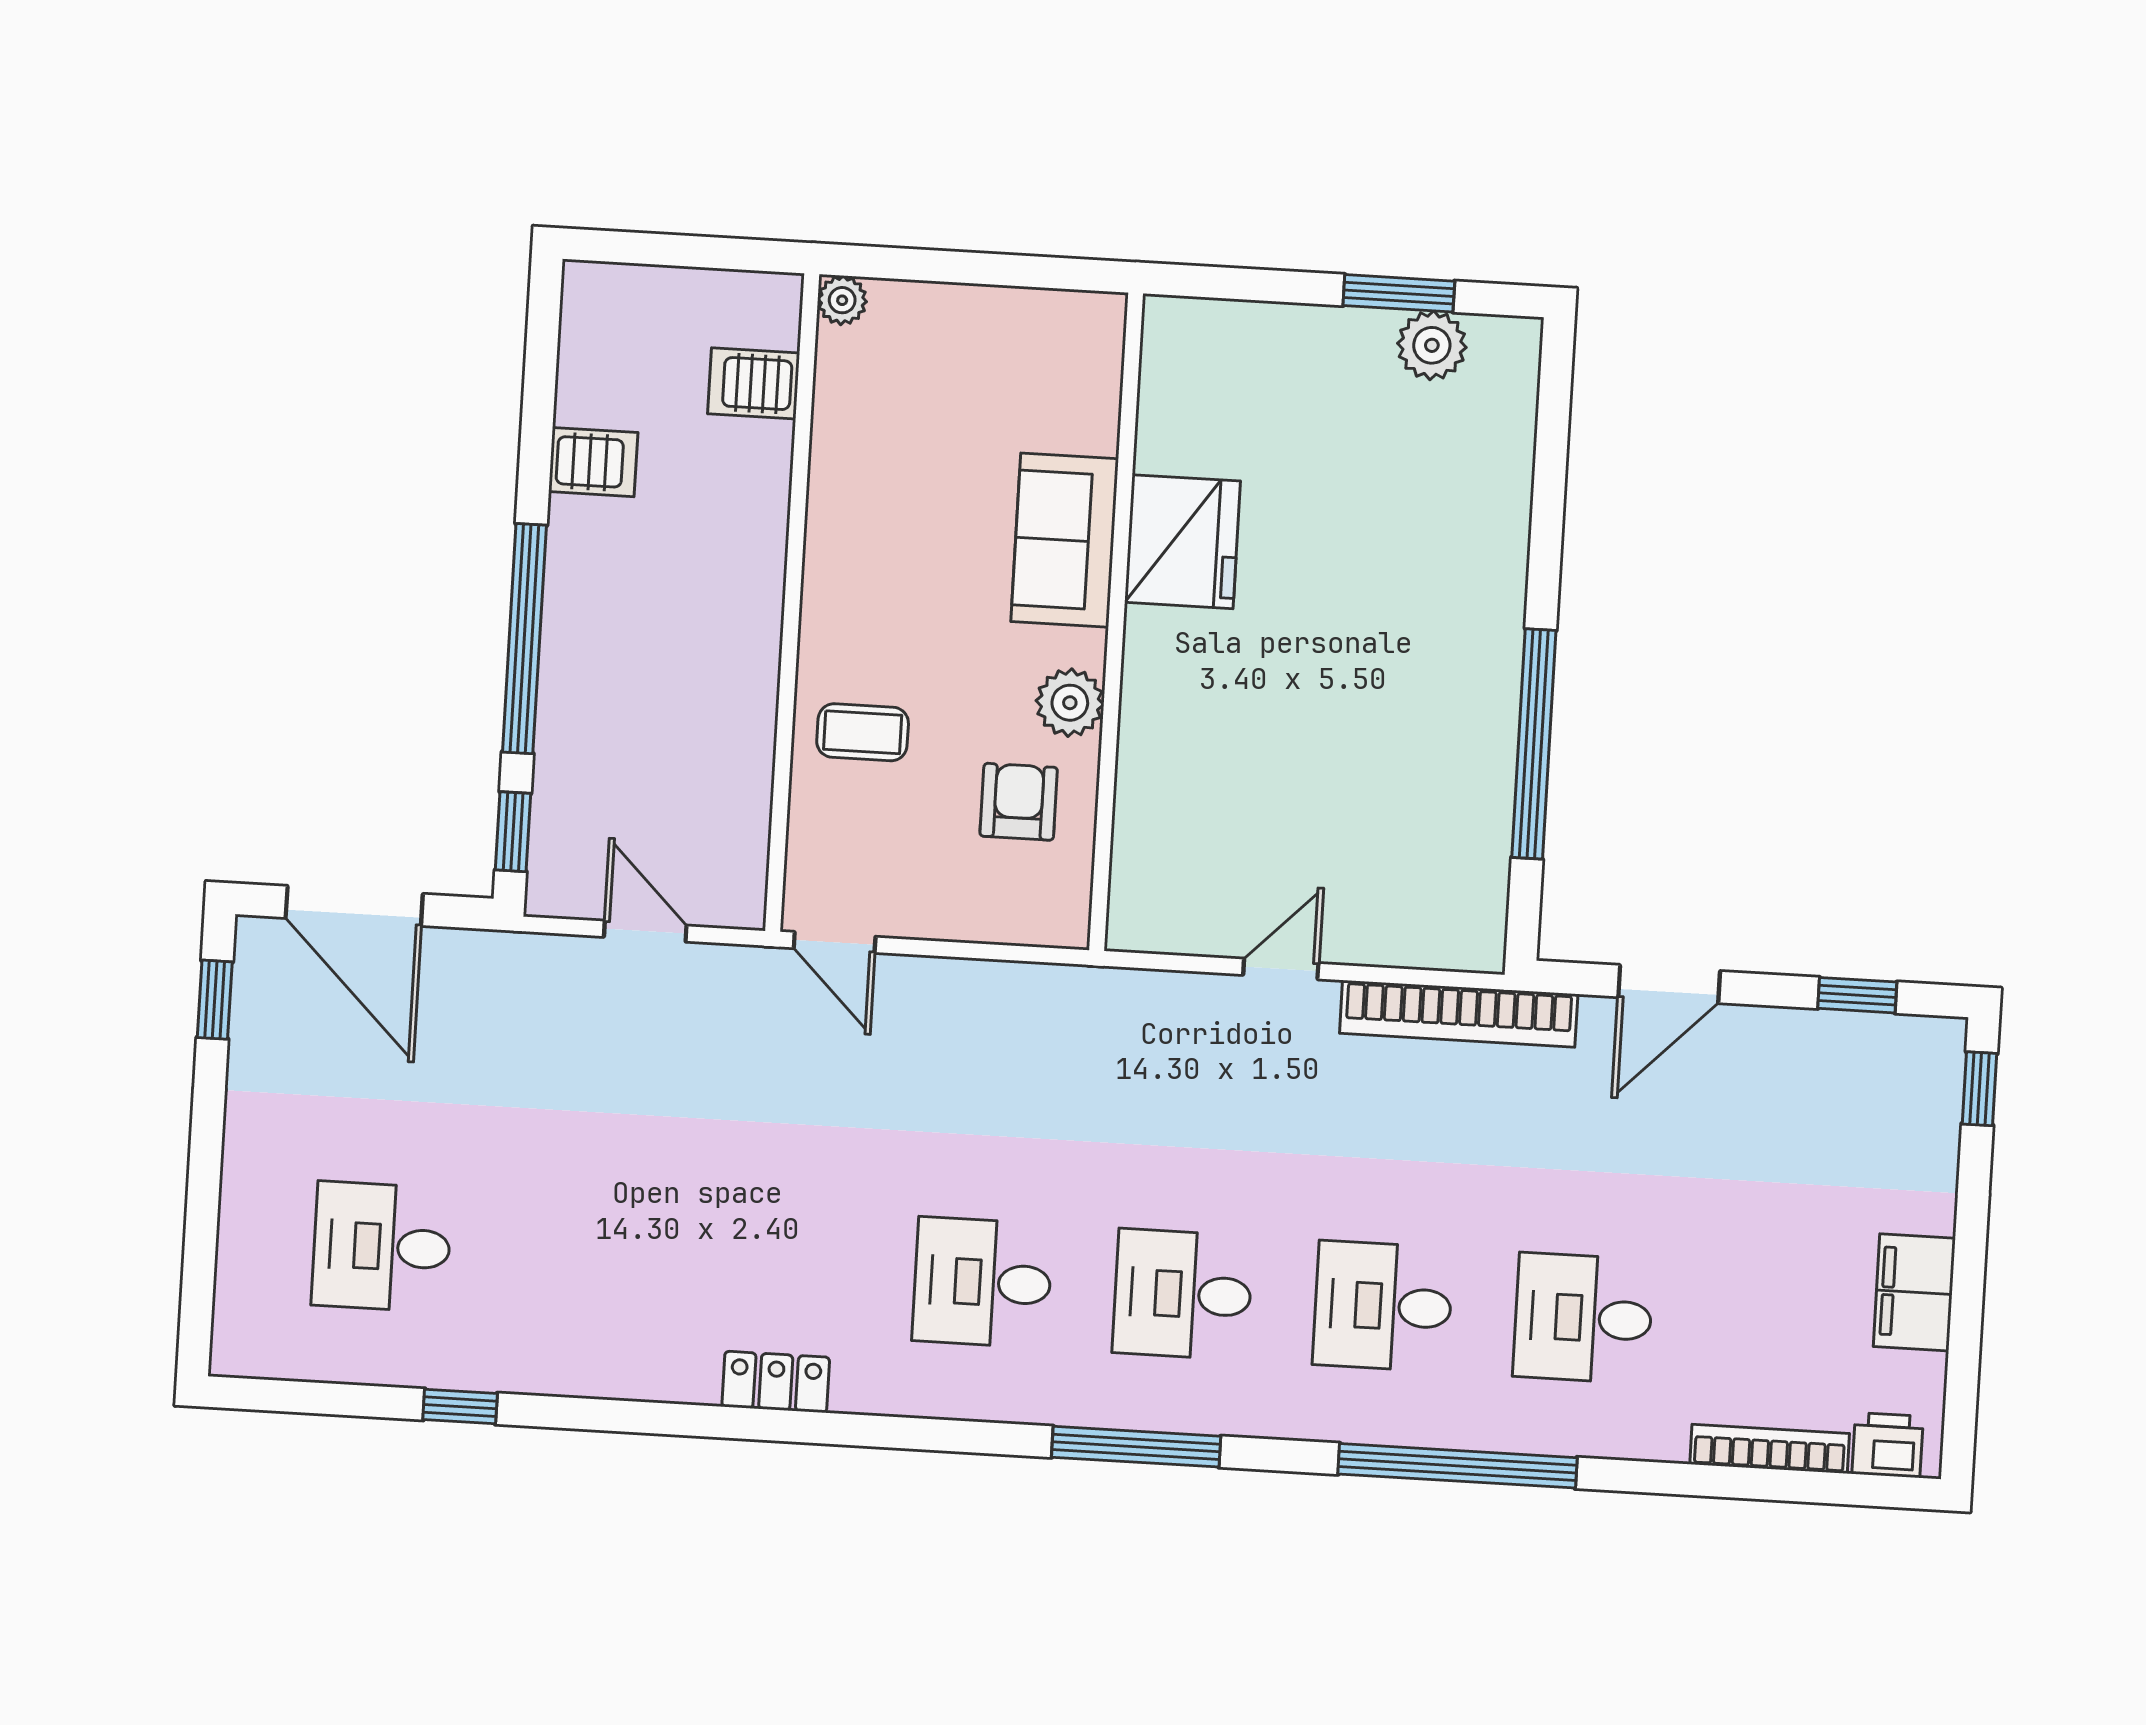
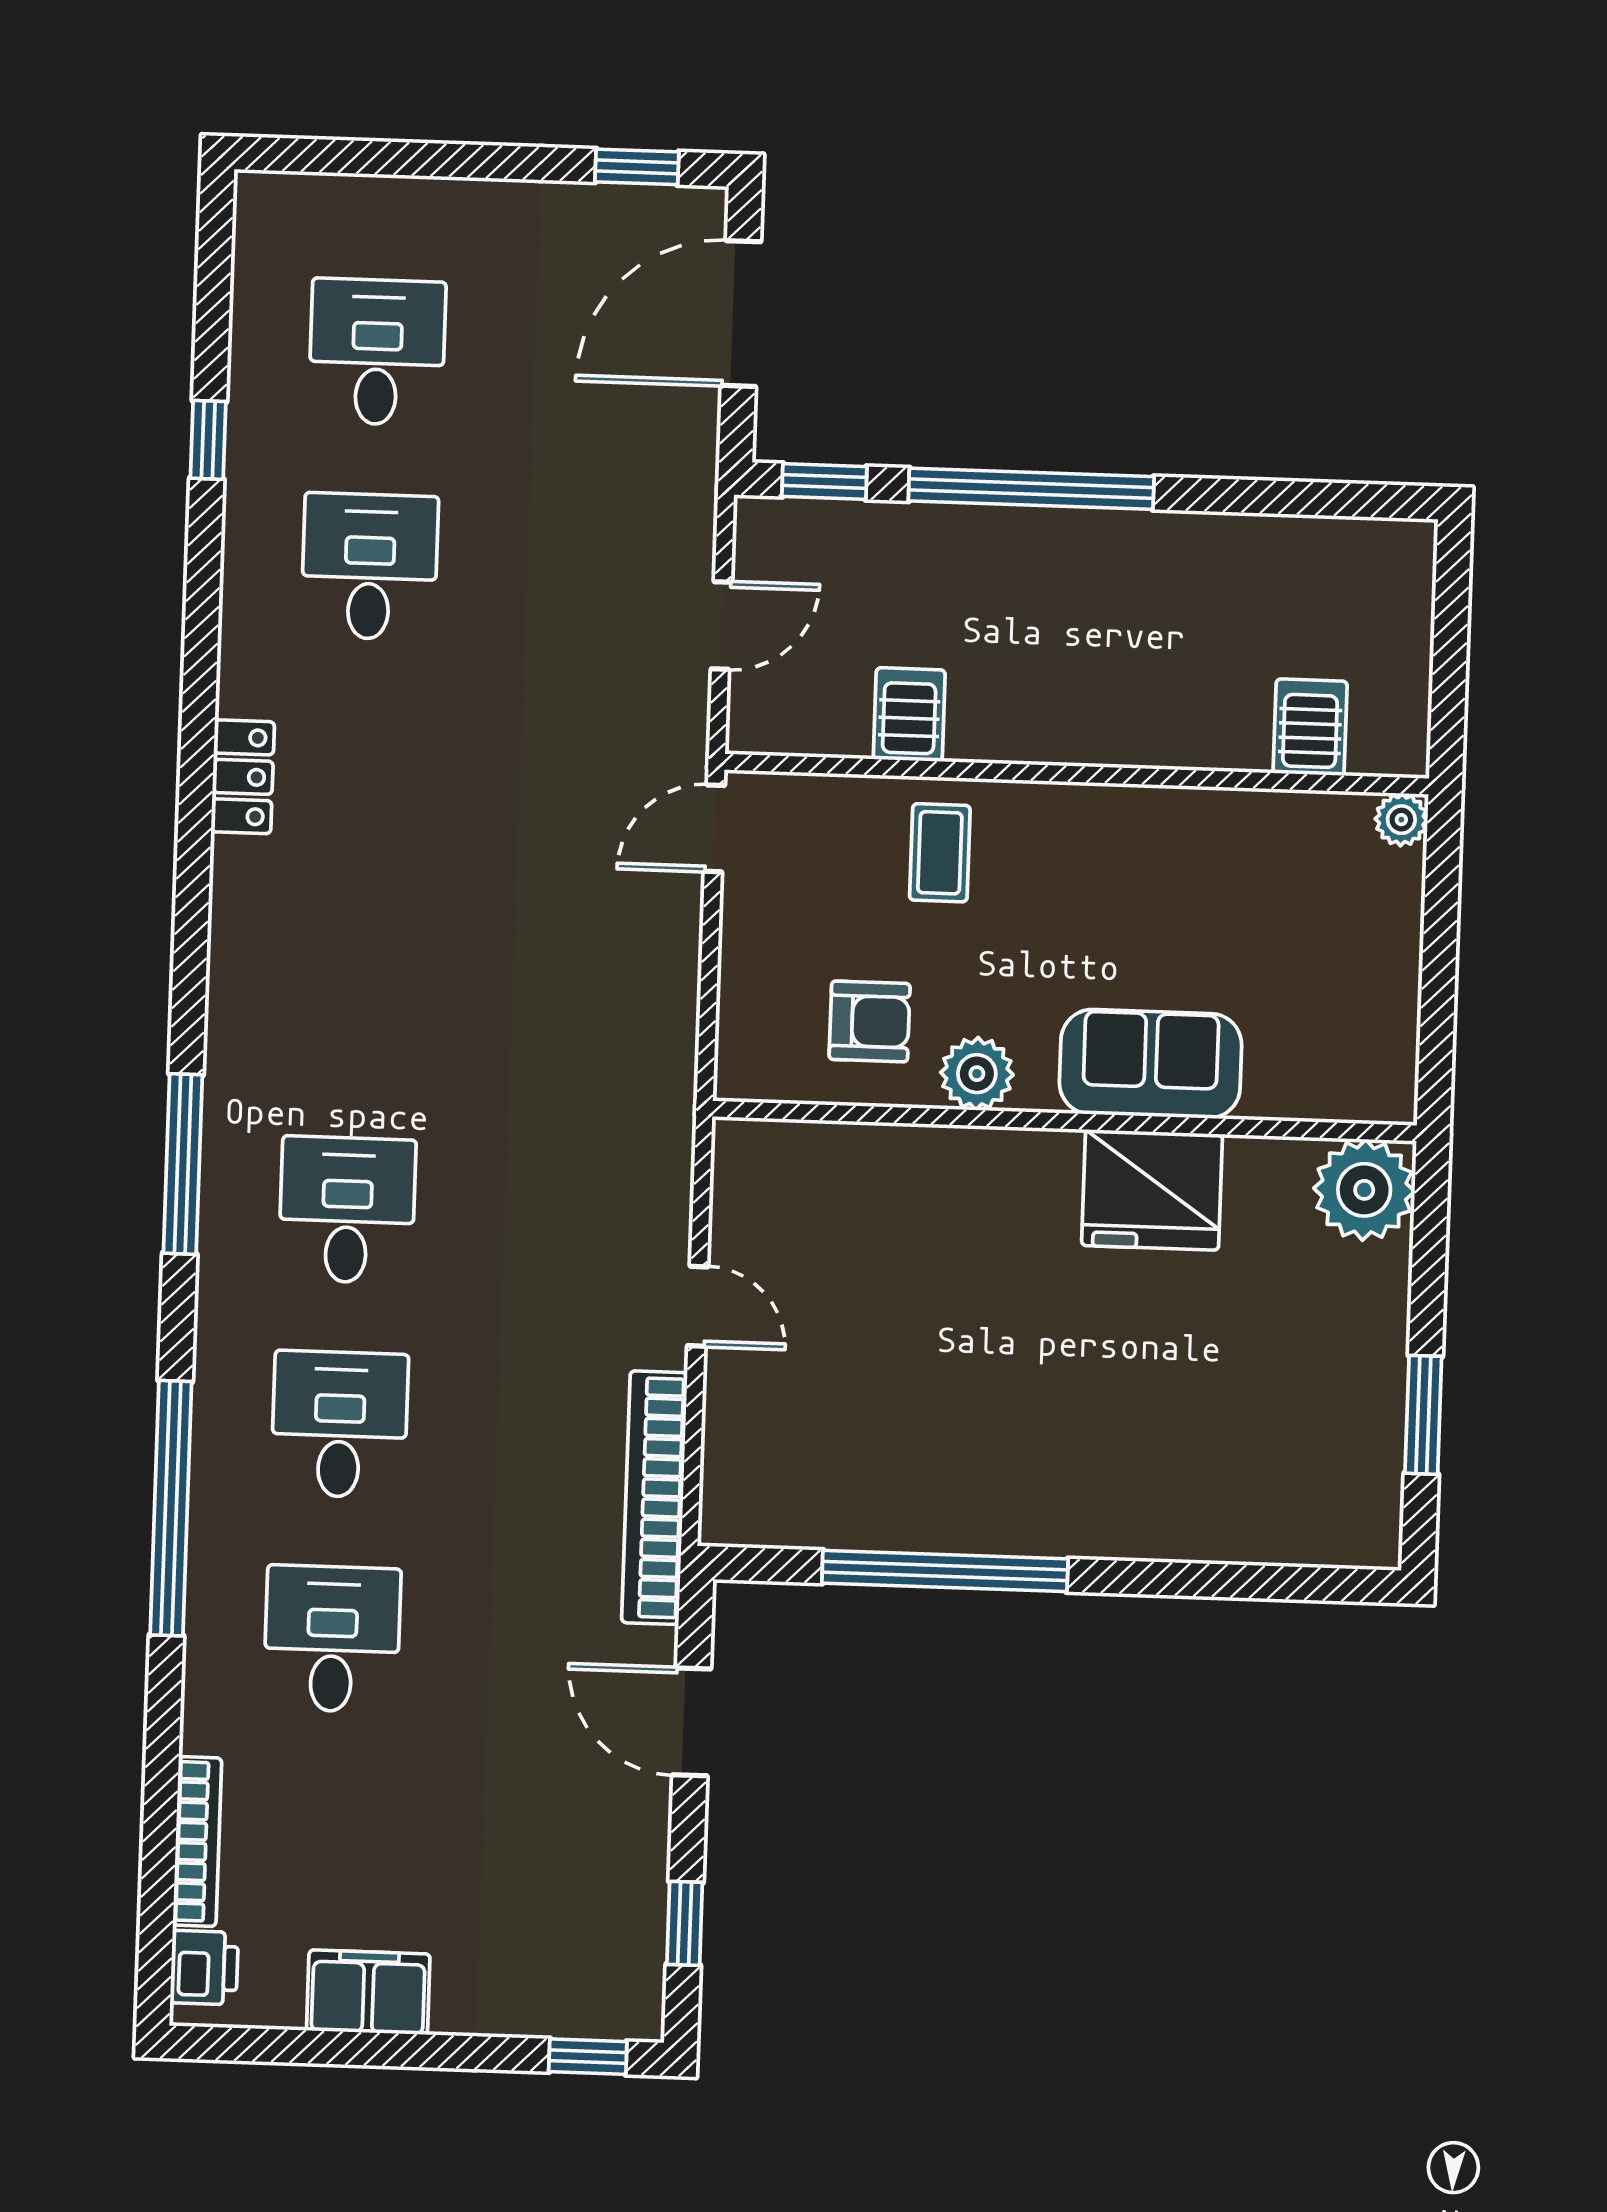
plant: (1432, 345) -> (1364, 1190), moved, width x1.36, depth x1.36
server rack: (593, 462) -> (909, 715), moved, turned 180
desk: (983, 1282) -> (370, 566), moved

